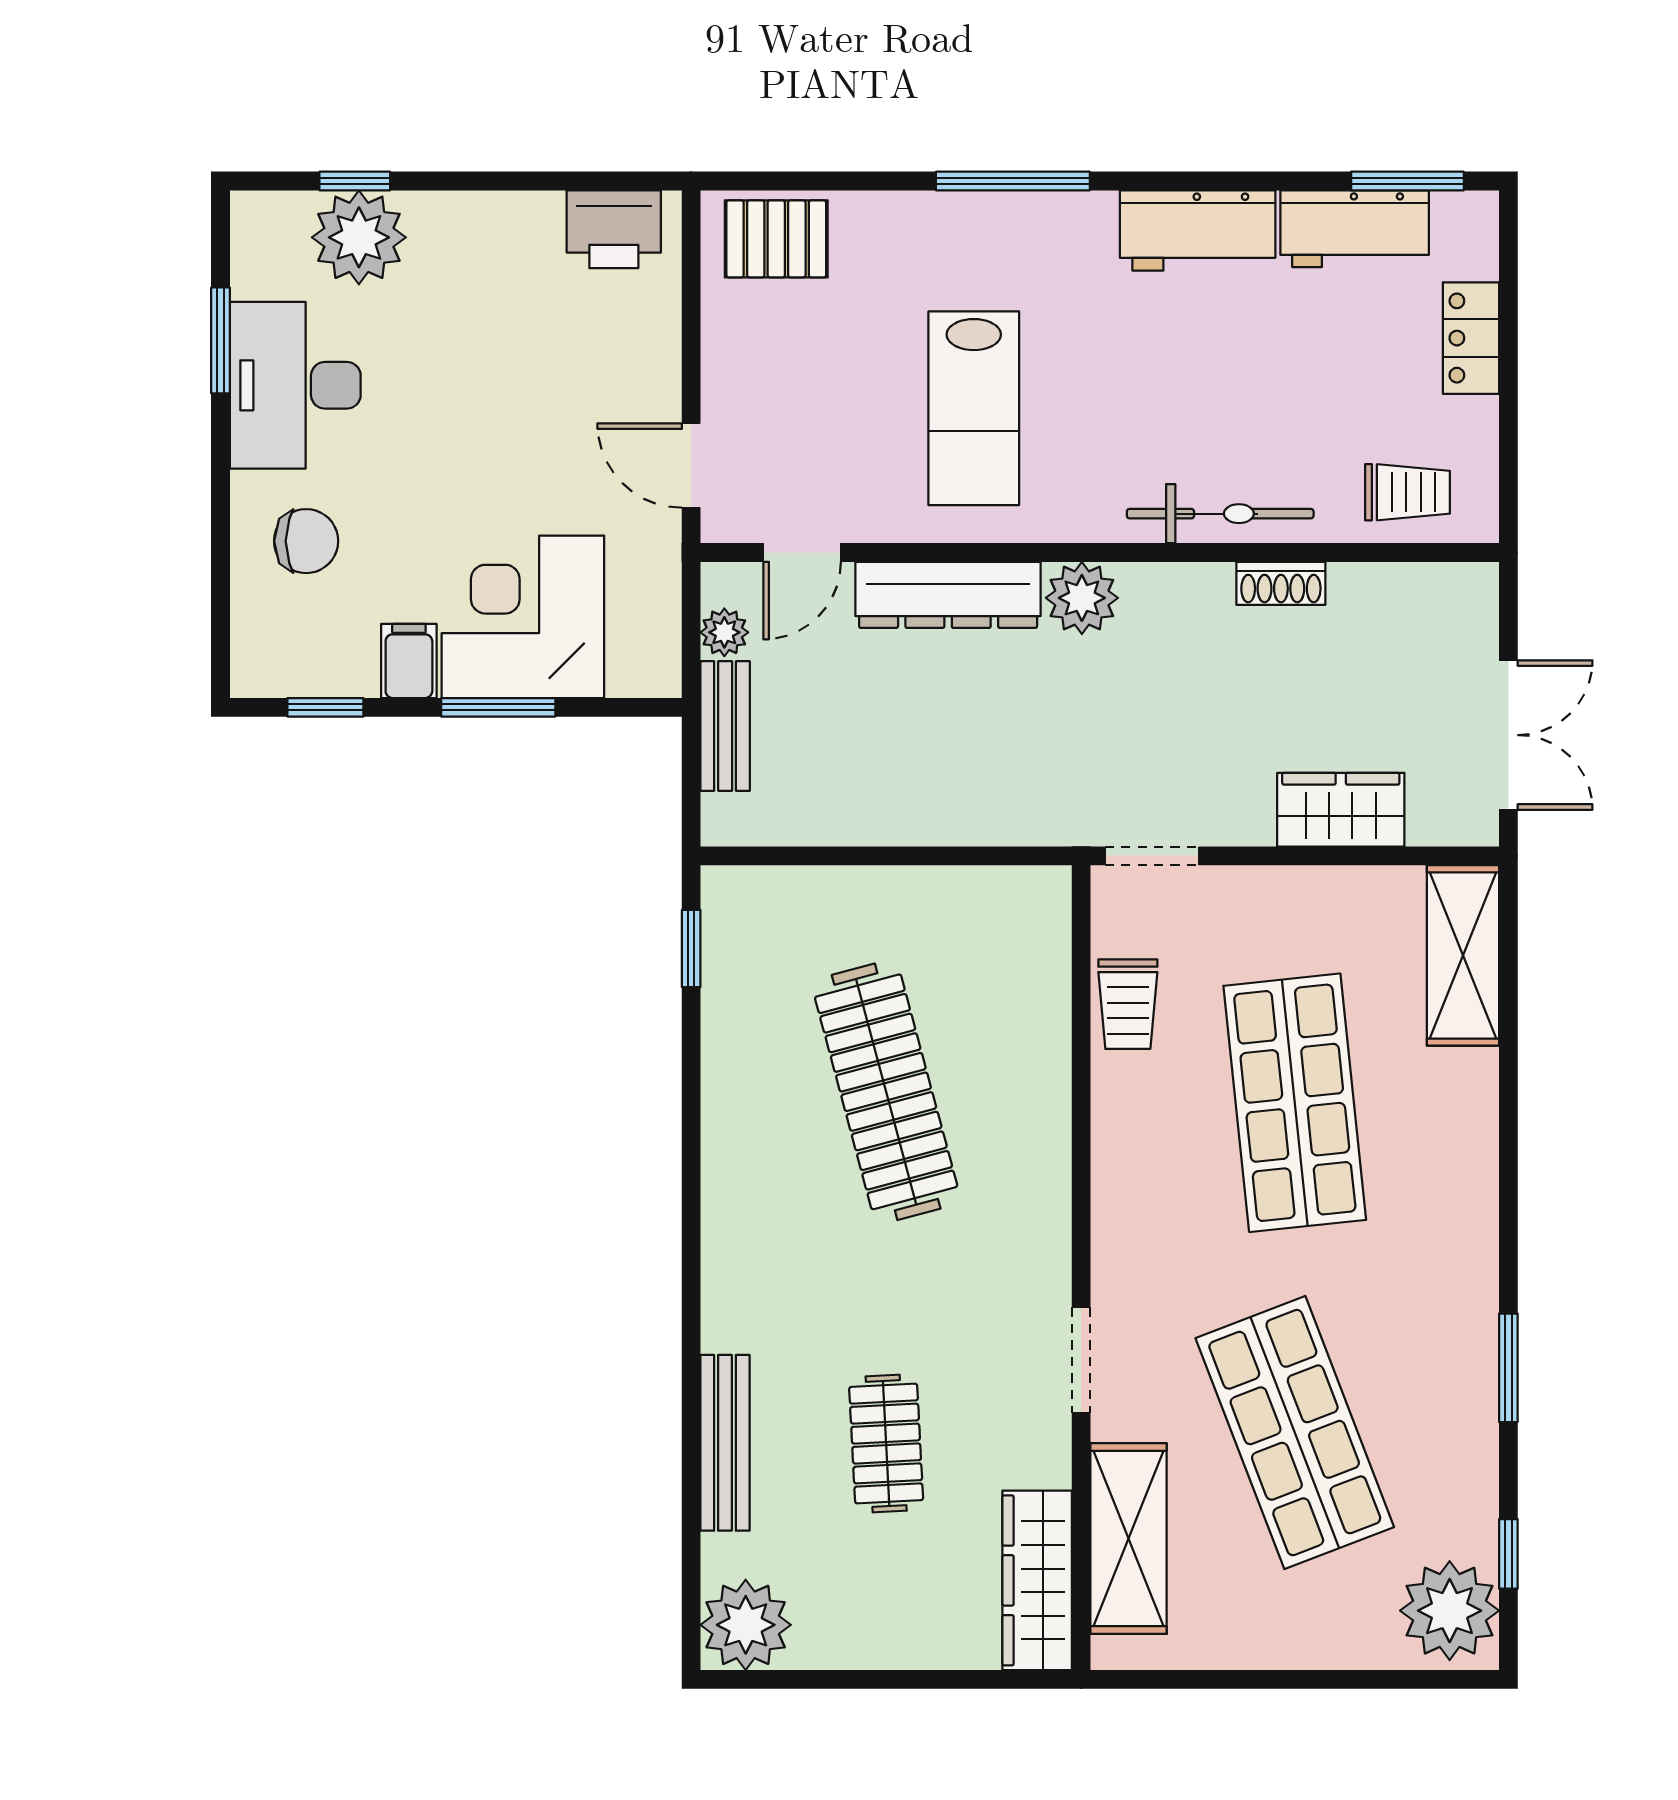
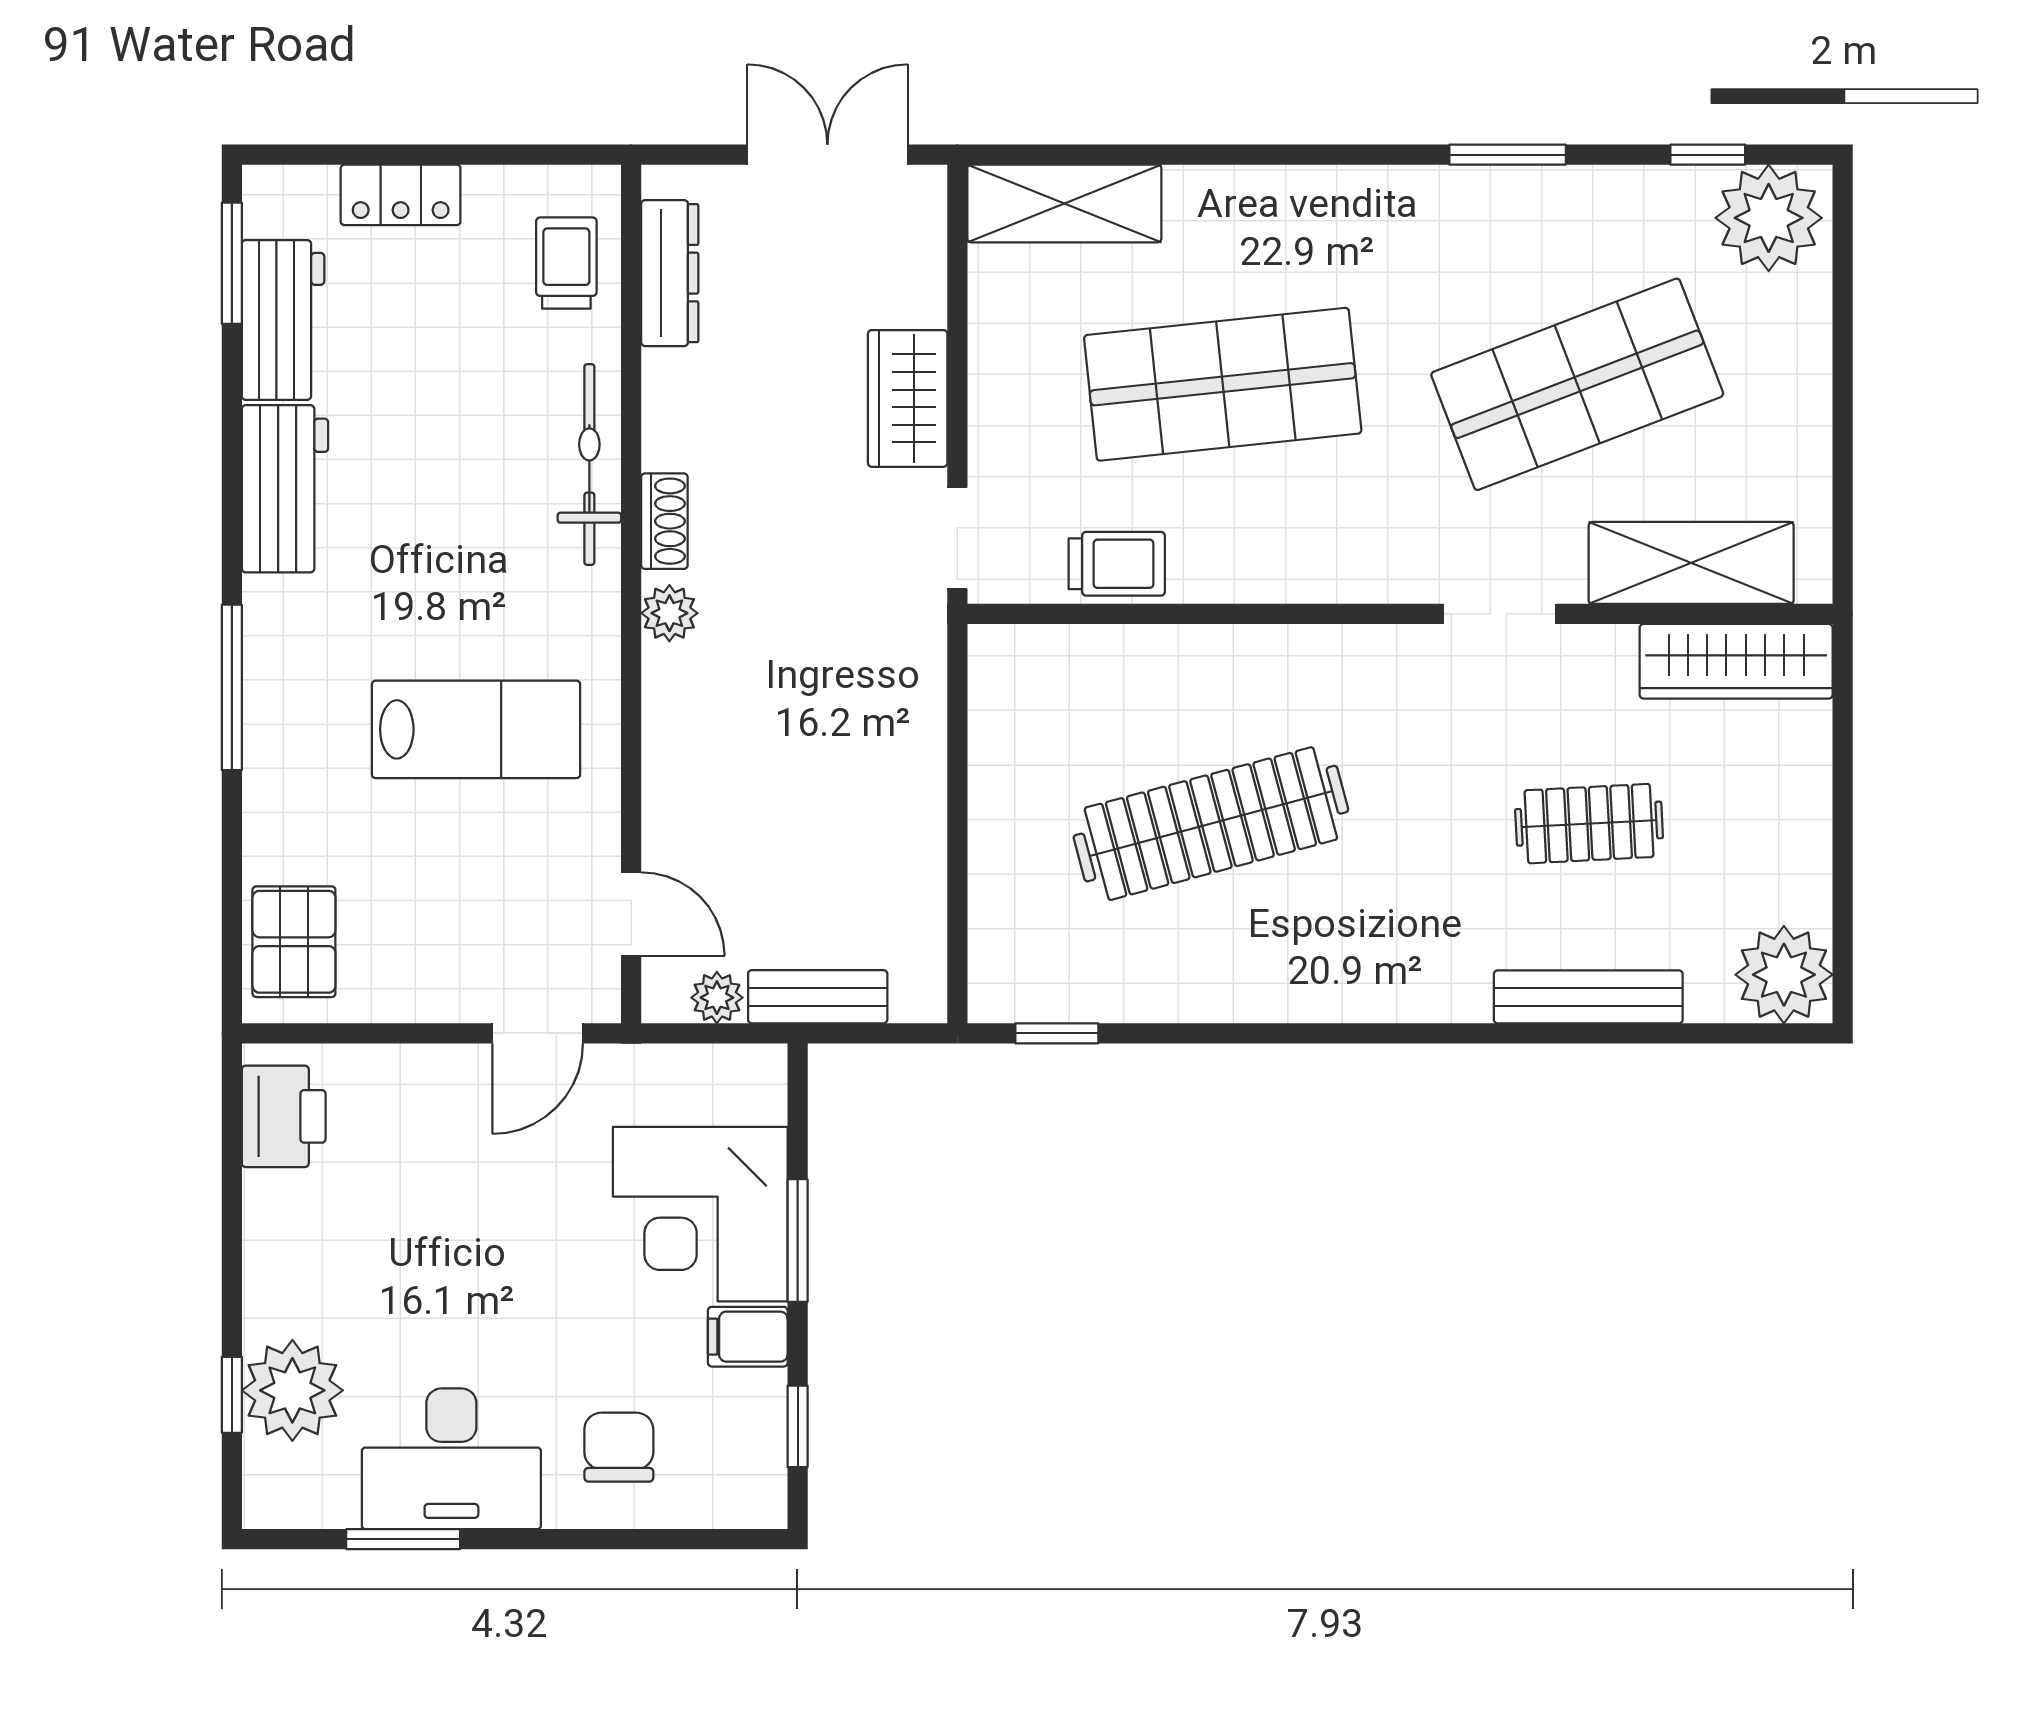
shoe rack: (1281, 583) -> (664, 521), moved
dresser: (948, 595) -> (670, 273), moved, width x0.73, depth x0.80
plant: (1082, 598) -> (669, 613), width x0.73, depth x0.73
wardrobe: (1341, 810) -> (908, 398), moved

